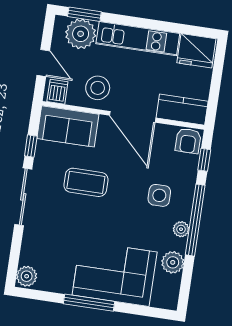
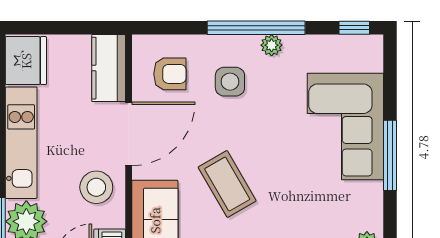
armchair: (188, 141) -> (170, 74), moved
window: (204, 160) -> (354, 28), moved
coffee table: (86, 182) -> (227, 184), turned -30
plant: (173, 262) -> (318, 50), removed

